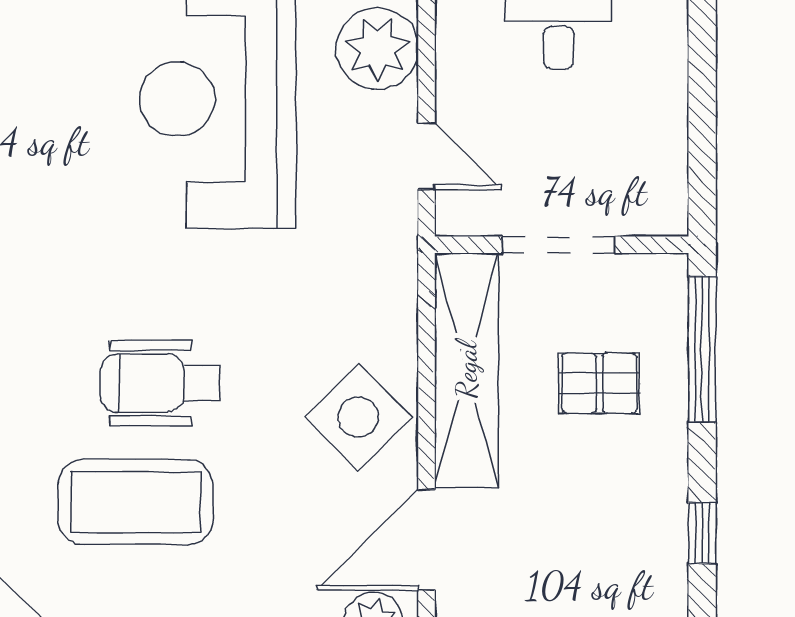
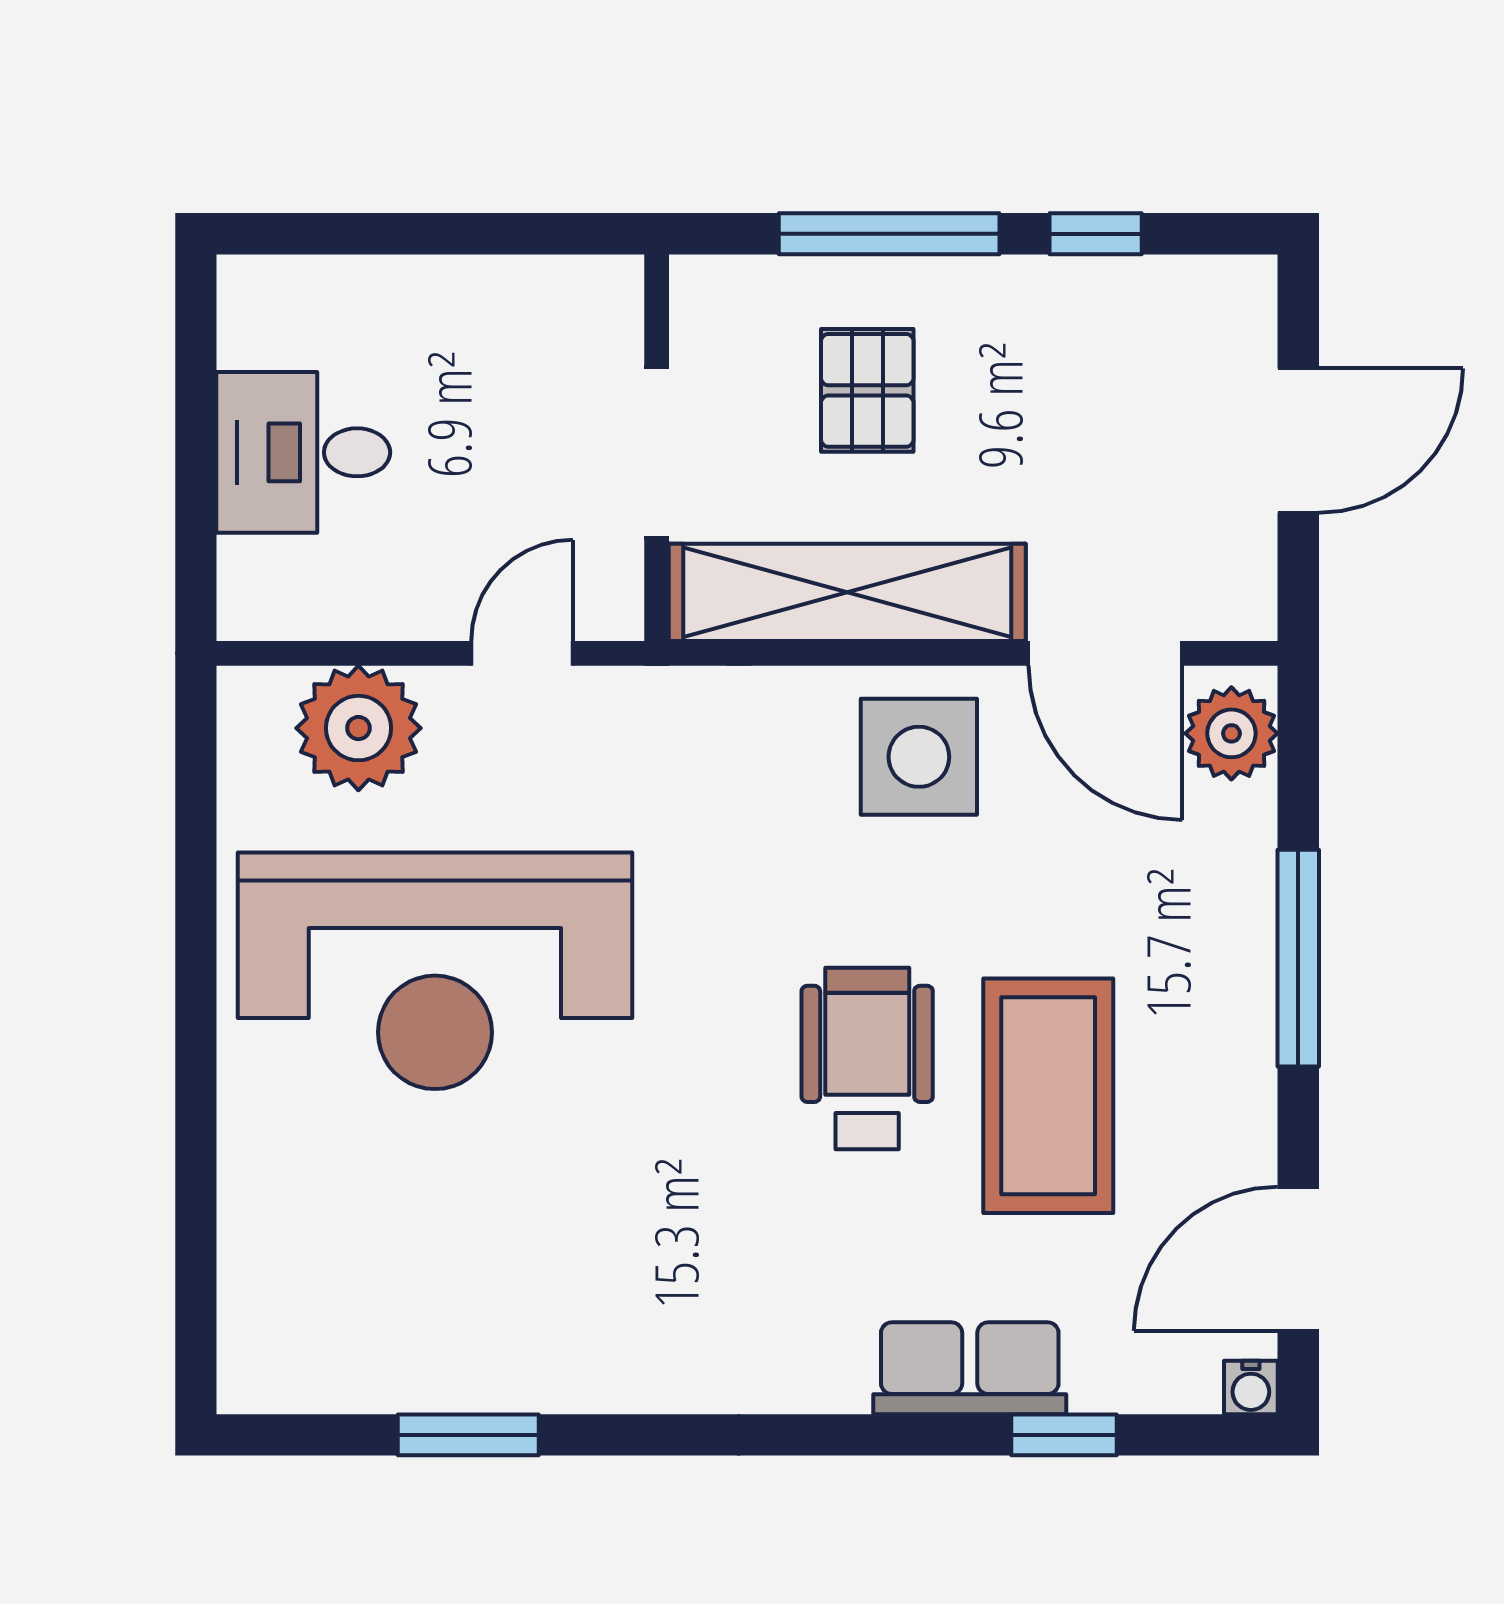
window: (702, 349) -> (889, 234), moved
wheelchair: (160, 383) -> (867, 1058), turned 180
side table: (358, 417) -> (919, 757), turned 45

